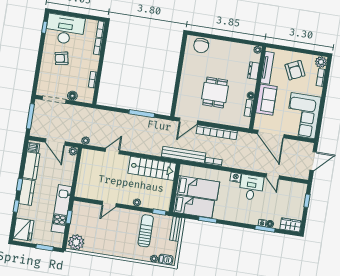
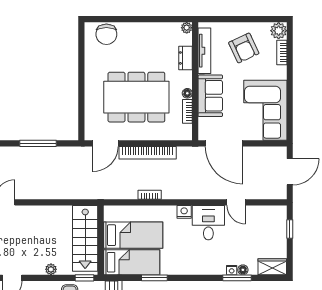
dining table: (215, 92) -> (136, 97), width x1.88, depth x1.24
bench: (184, 155) -> (106, 192), removed
stairs: (152, 168) -> (85, 238), moved, turned 90

